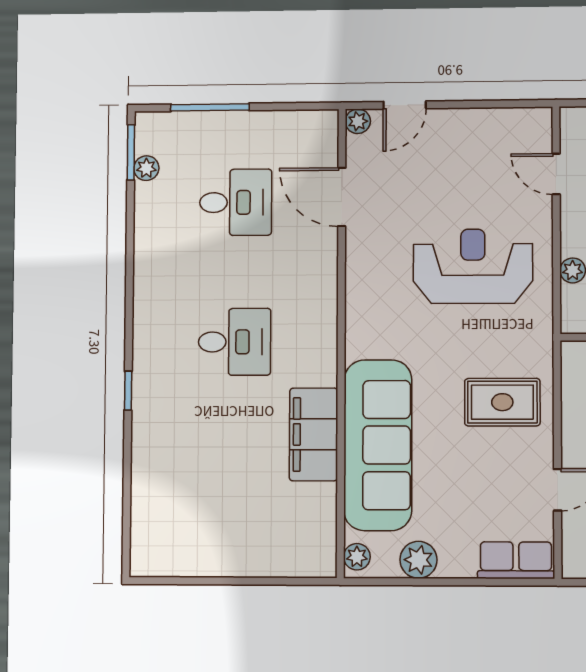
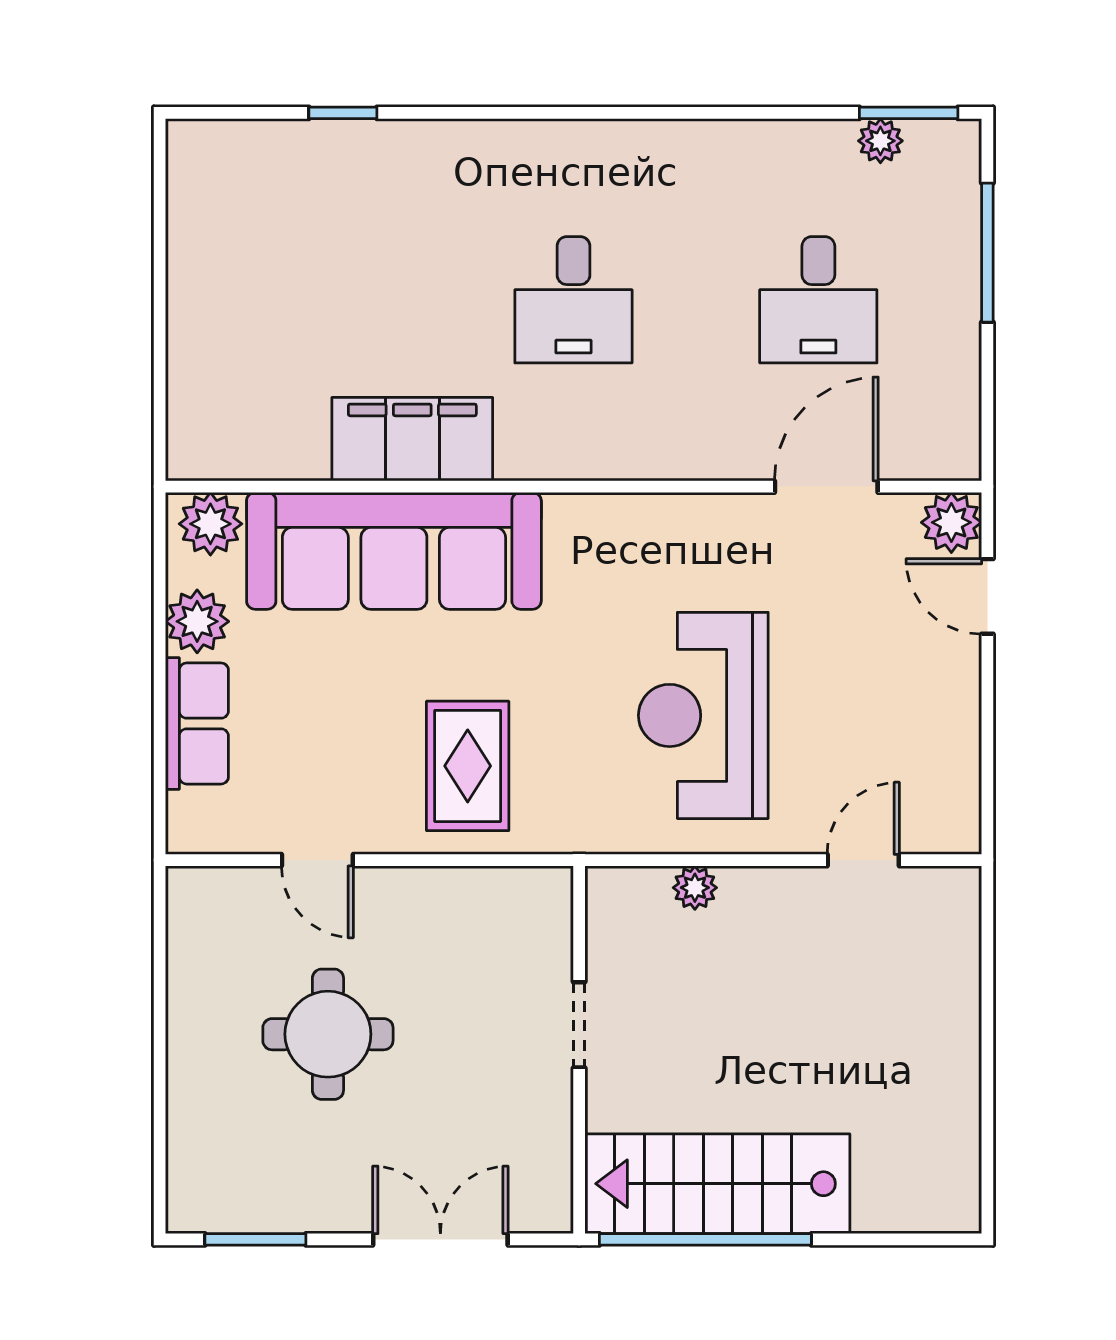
plant: (358, 121) -> (951, 522), width x1.38, depth x1.38
reception desk: (473, 266) -> (703, 715), turned 180
window: (128, 391) -> (343, 113), moved
plant: (357, 557) -> (210, 524), width x1.38, depth x1.38
row of seats: (516, 560) -> (197, 723), moved

